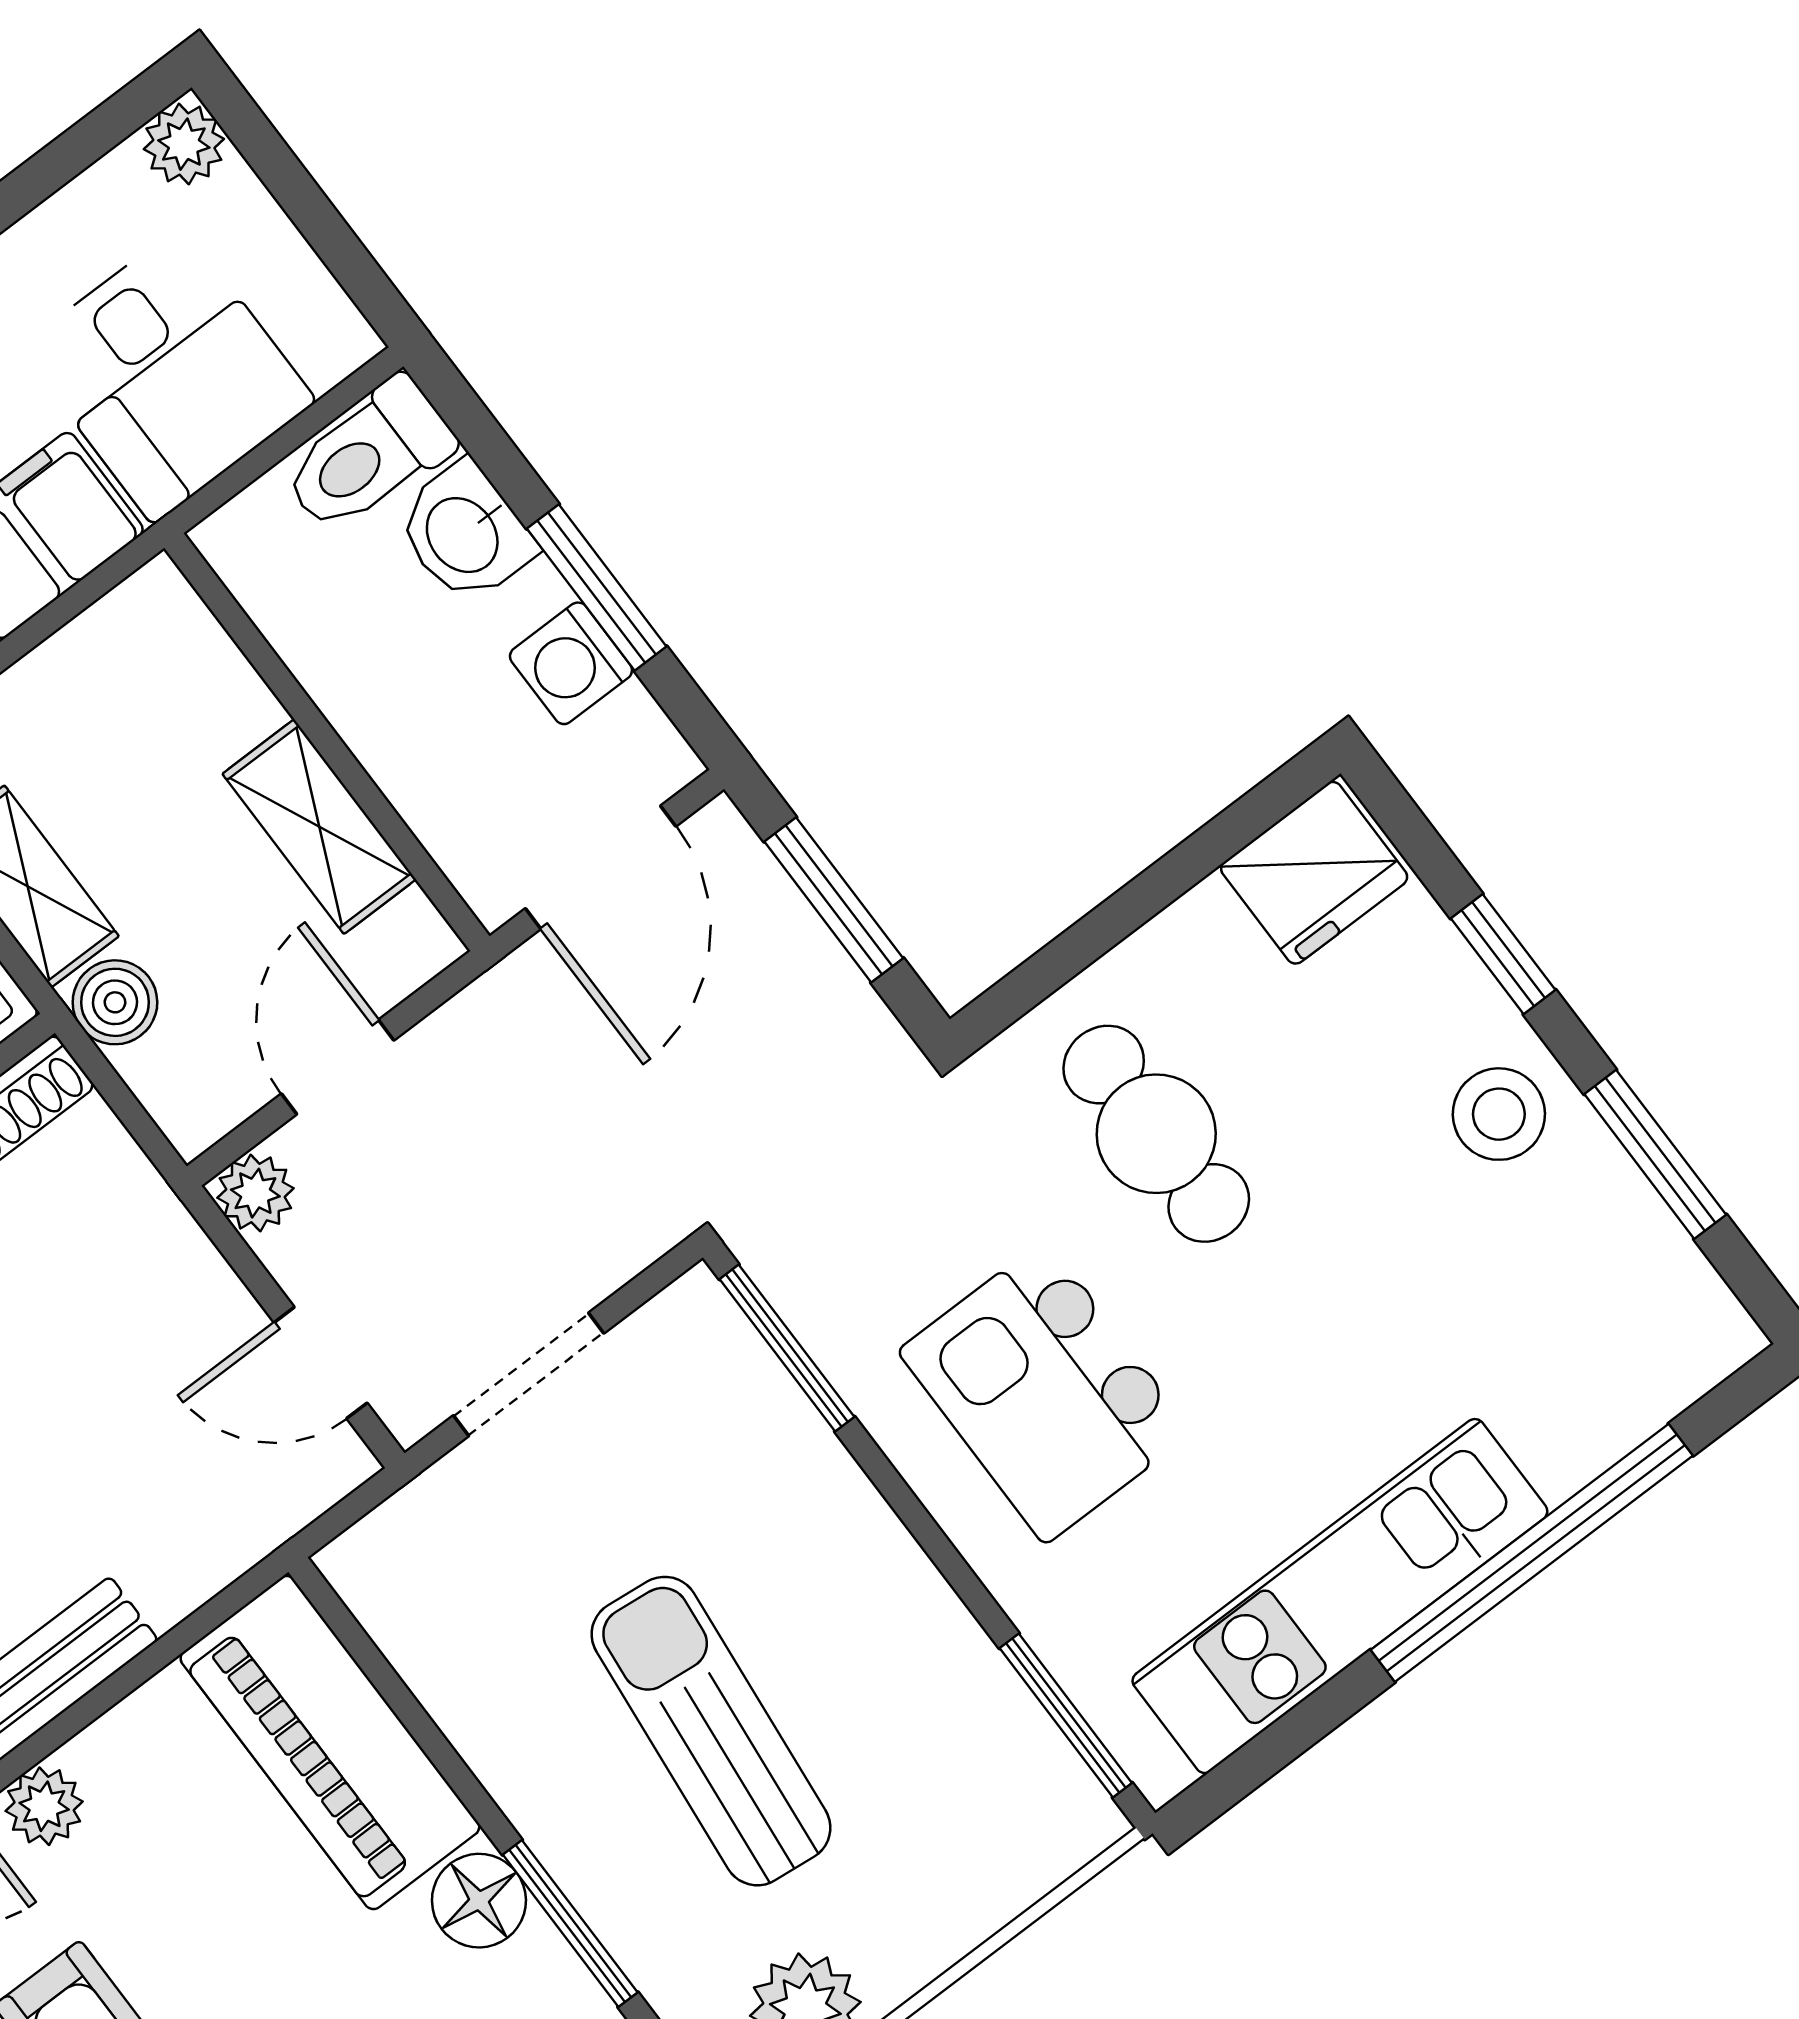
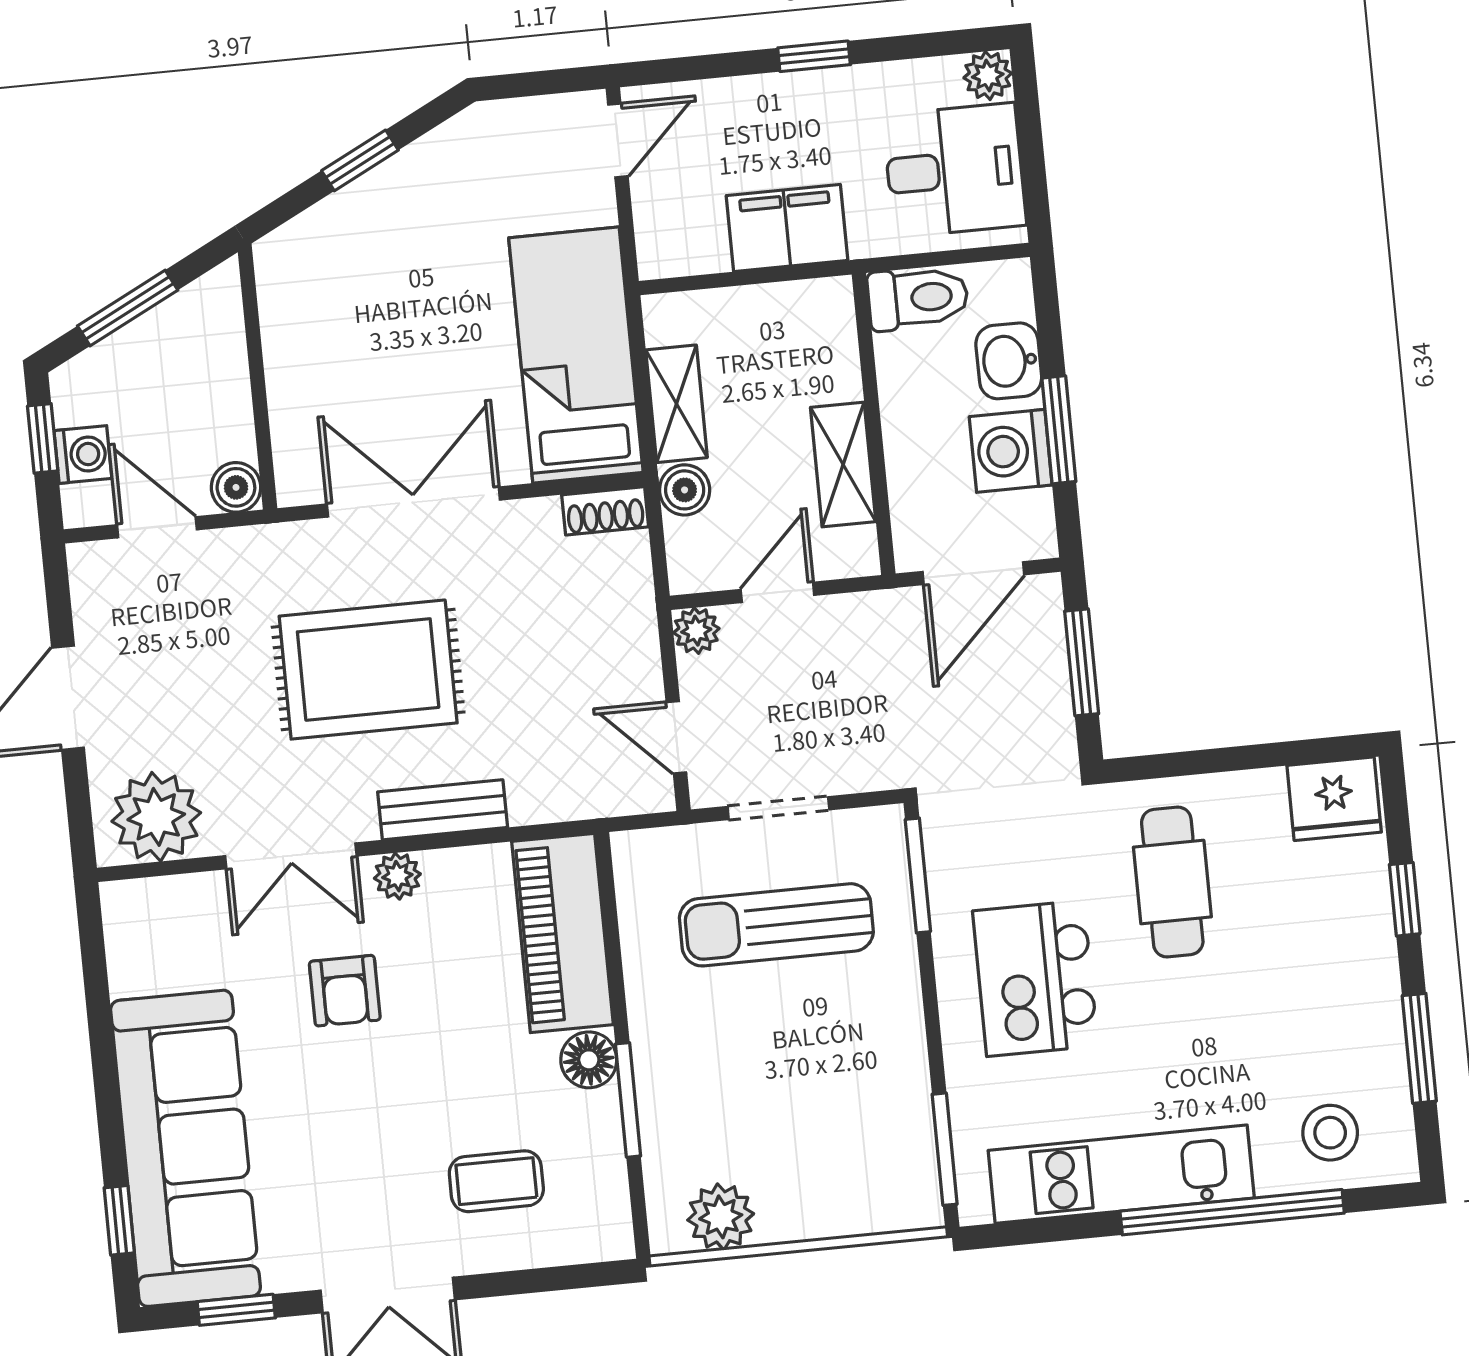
desk: (168, 375) -> (954, 170), moved, turned -90
toilet: (368, 456) -> (918, 298), moved, turned 180
washing machine: (571, 663) -> (1011, 451), width x1.38, depth x1.38
stool: (1499, 1114) -> (1330, 1133), moved
sun lounger: (711, 1731) -> (776, 925), moved, turned -96

